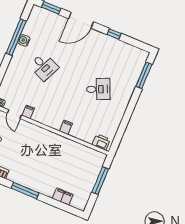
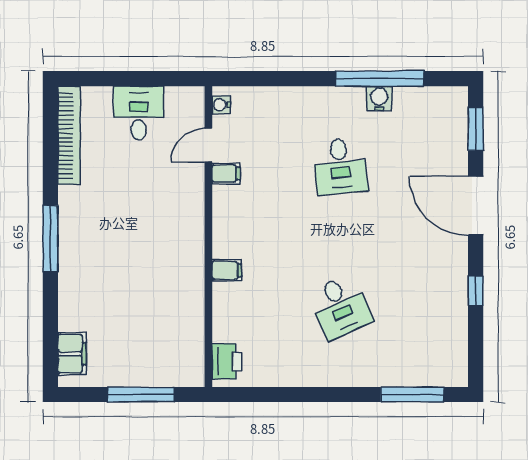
desk: (44, 66) -> (340, 166), turned -30
filing cabinet: (63, 196) -> (72, 354), moved

